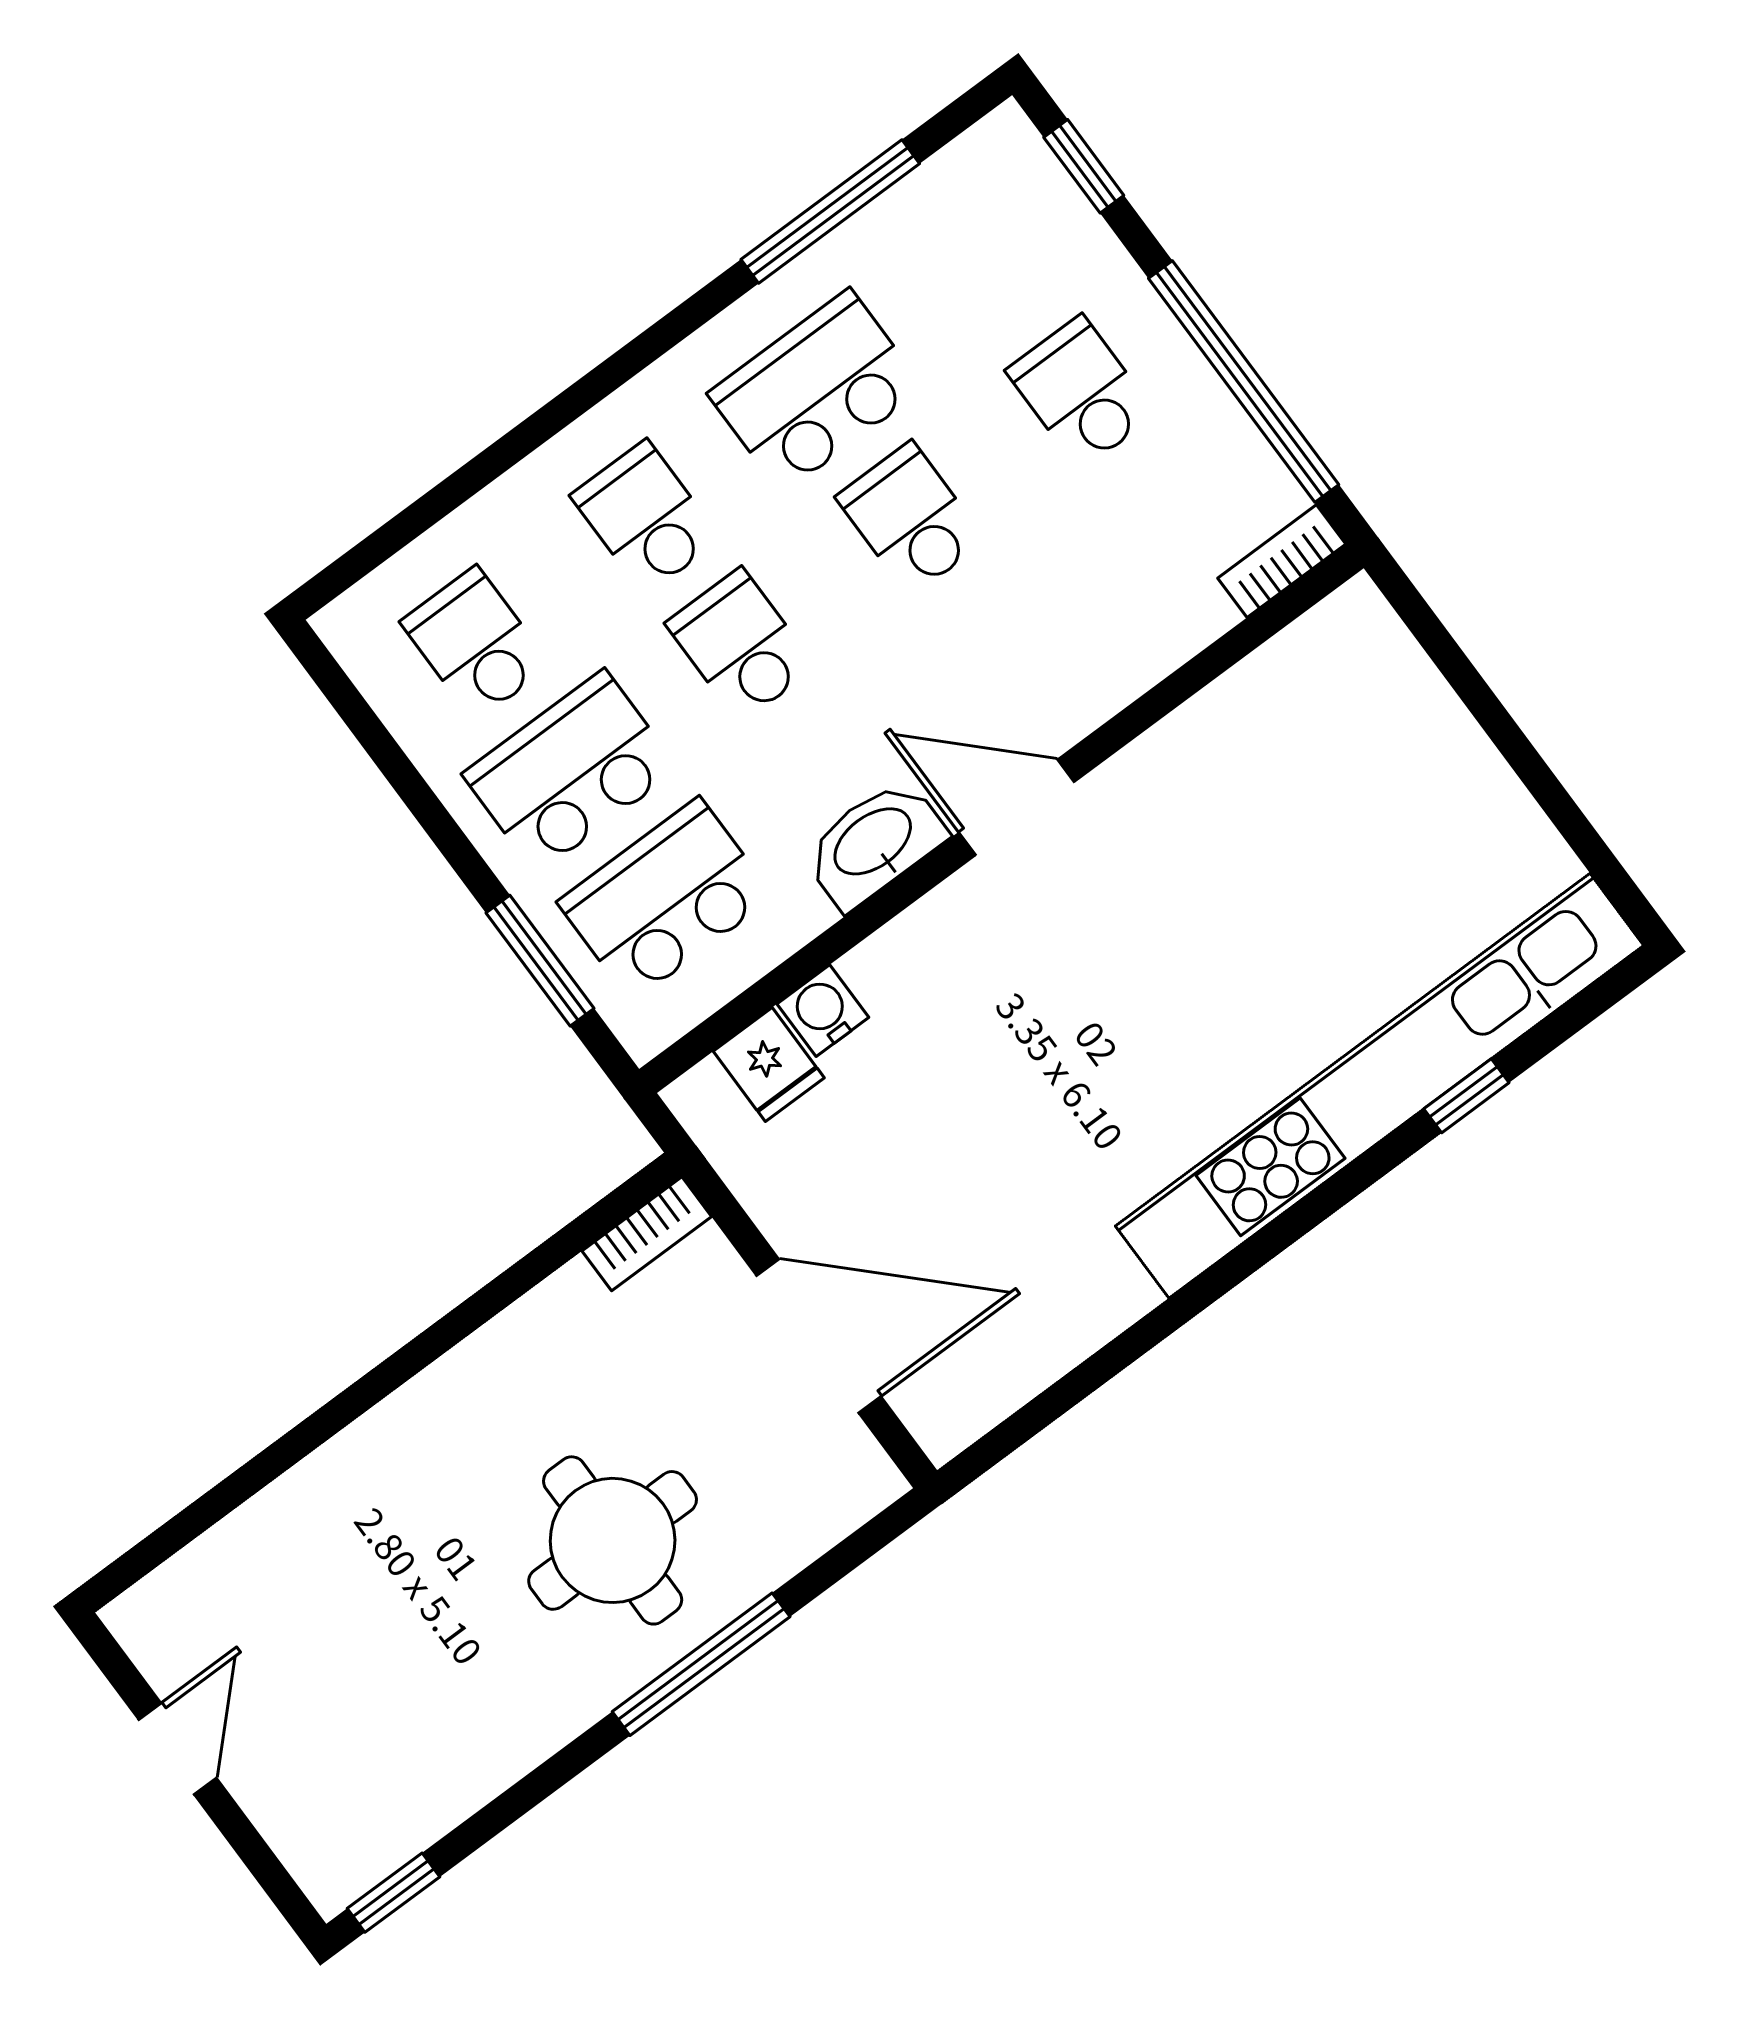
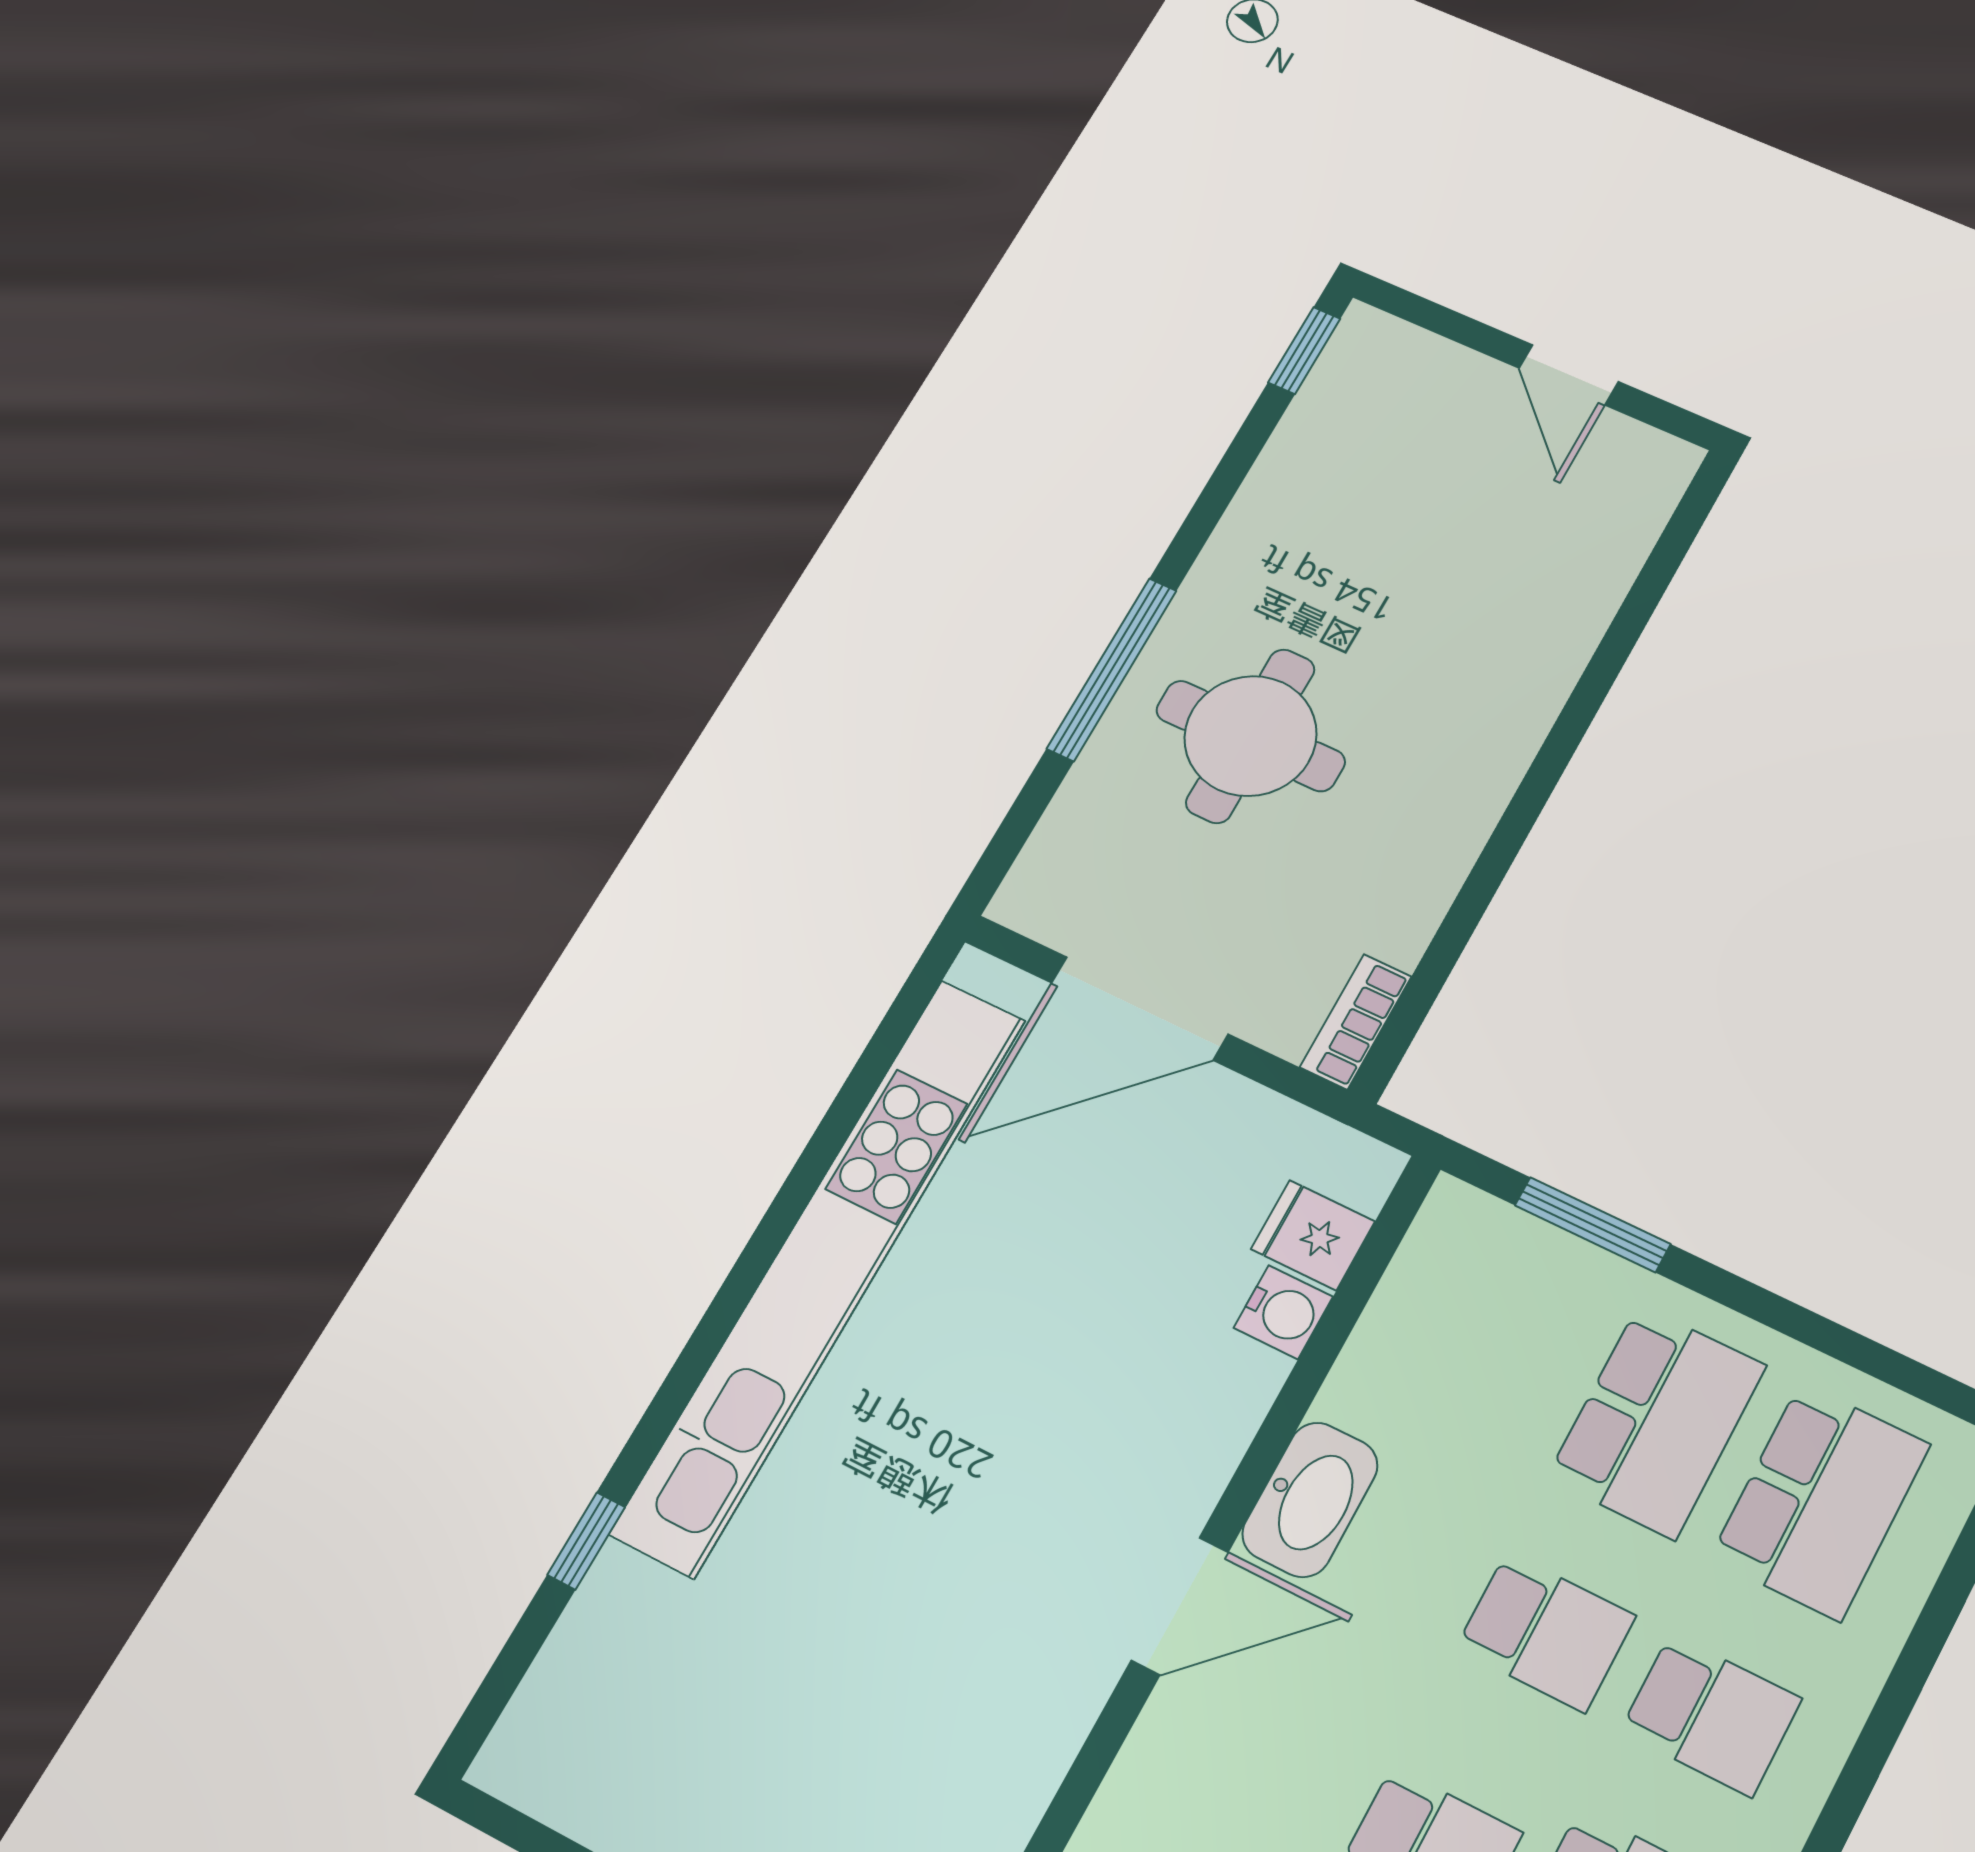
school desk: (476, 644) -> (1820, 1501), width x1.85
school desk: (665, 899) -> (1496, 1343), removed
kitchen unit: (1380, 1086) -> (821, 1273), moved

